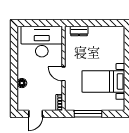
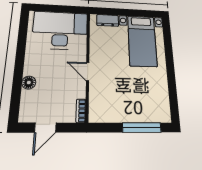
bed with nightstands: (103, 81) -> (142, 41), moved, turned -90
window: (88, 114) -> (142, 128), moved

